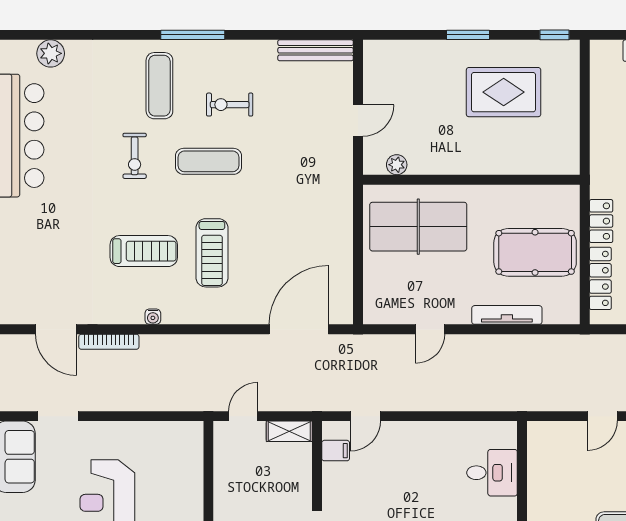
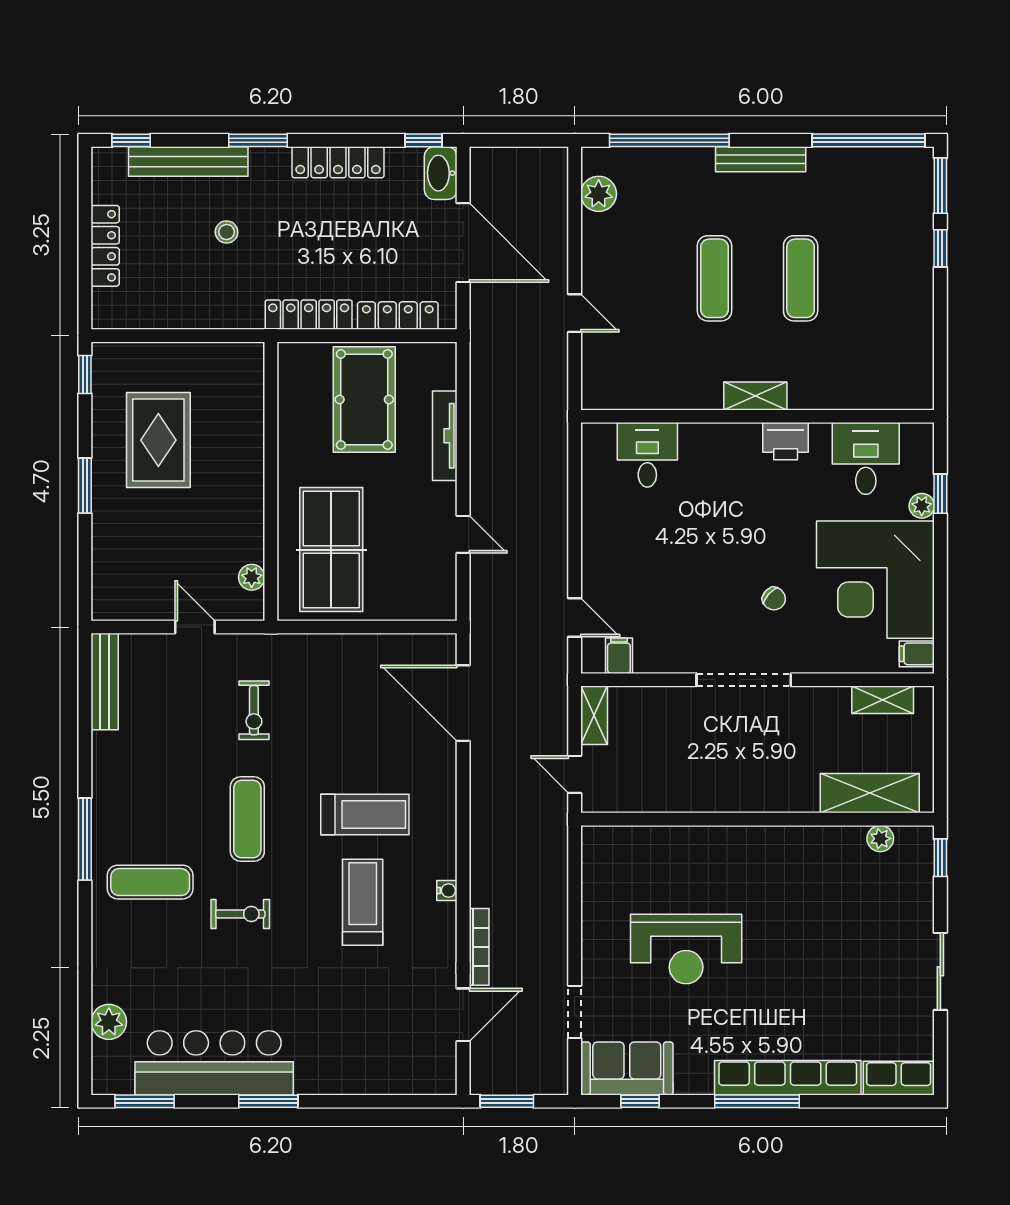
exercise bike: (230, 105) -> (254, 710), moved
locker: (601, 221) -> (309, 315), width x1.53

